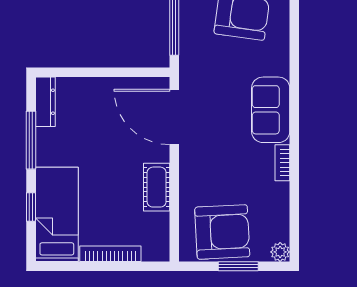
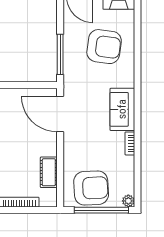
cot: (157, 187) -> (49, 172), moved
window: (238, 266) -> (101, 210), width x2.11

